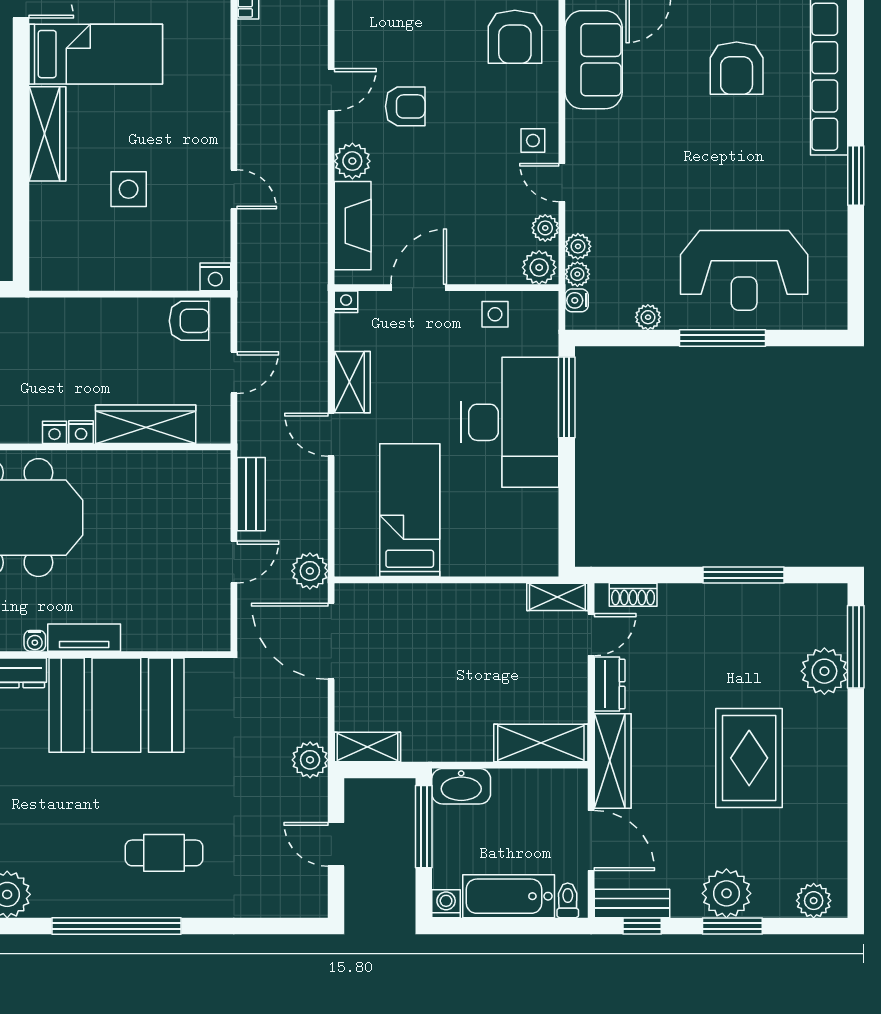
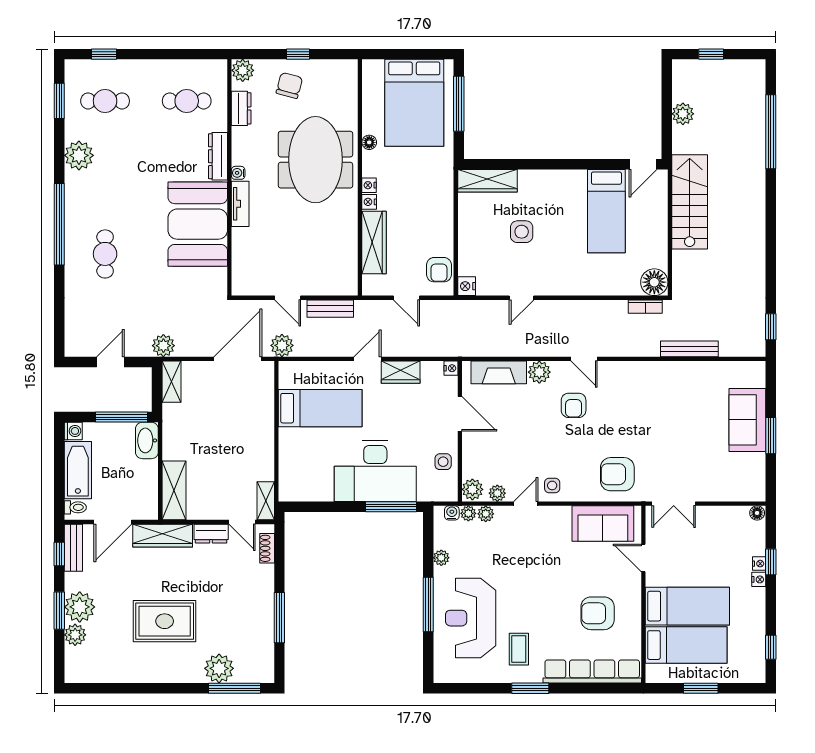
wardrobe: (47, 134) -> (487, 181), moved
coffee table: (794, 194) -> (519, 649), added
plant: (814, 901) -> (75, 635), moved

